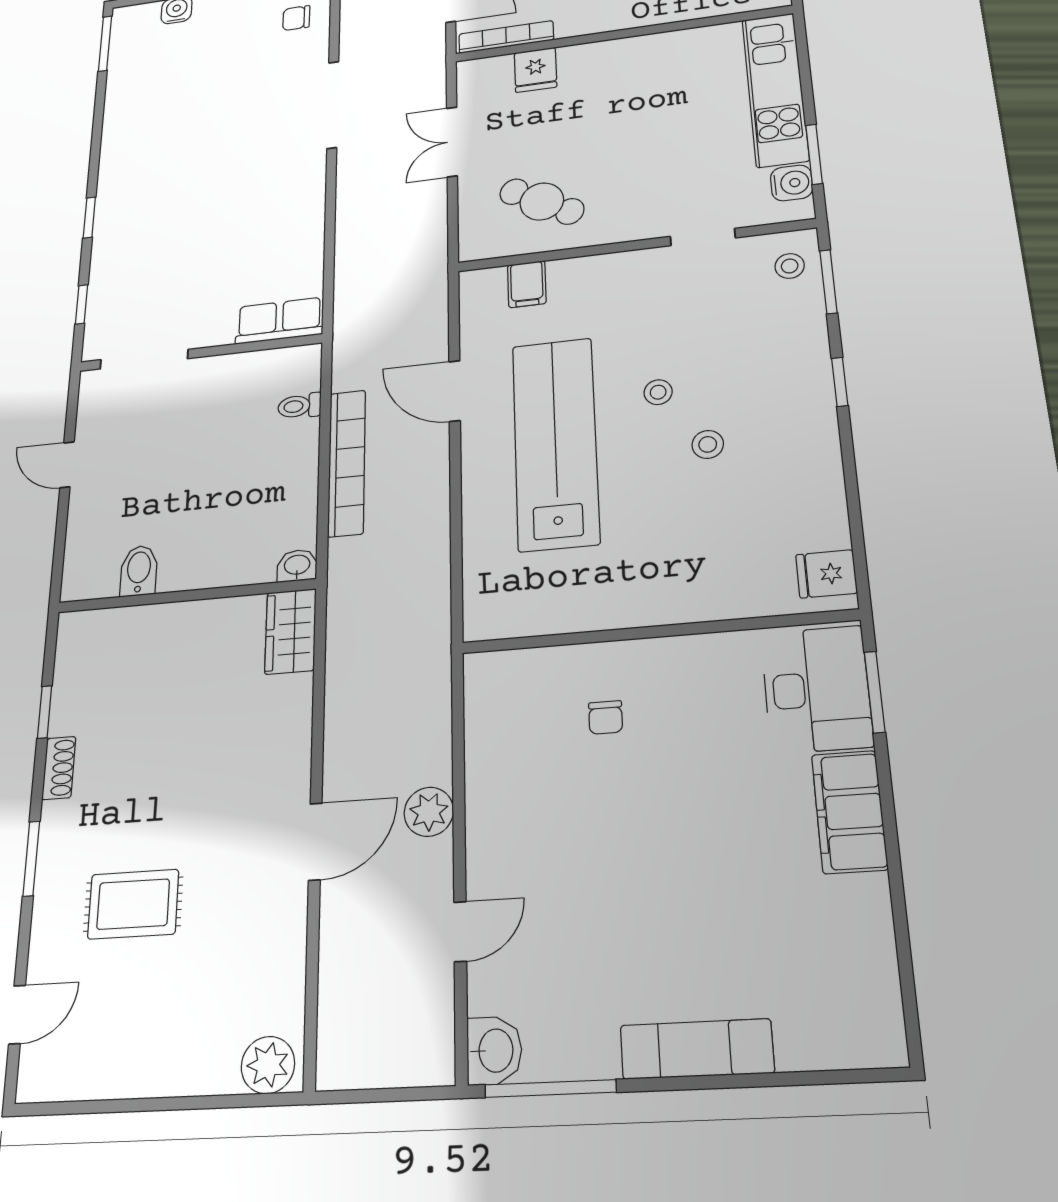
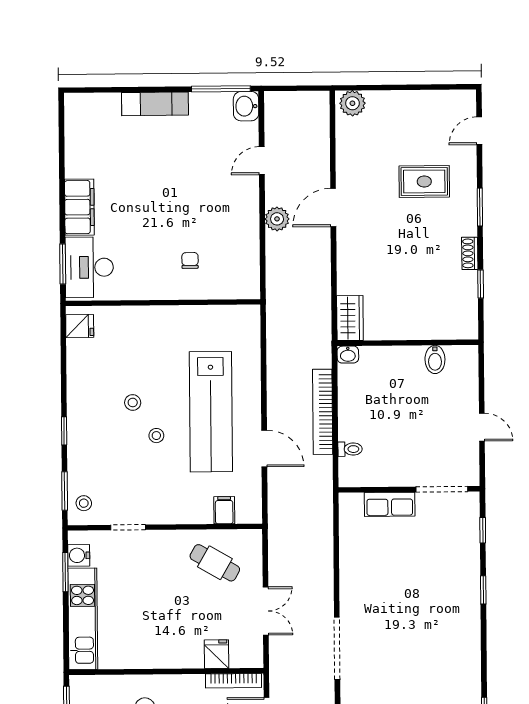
row of seats: (279, 321) -> (390, 504), moved

